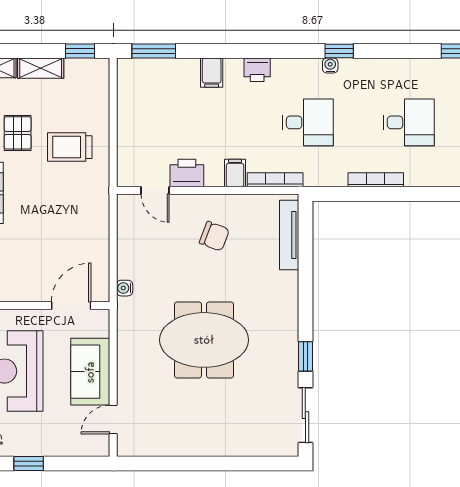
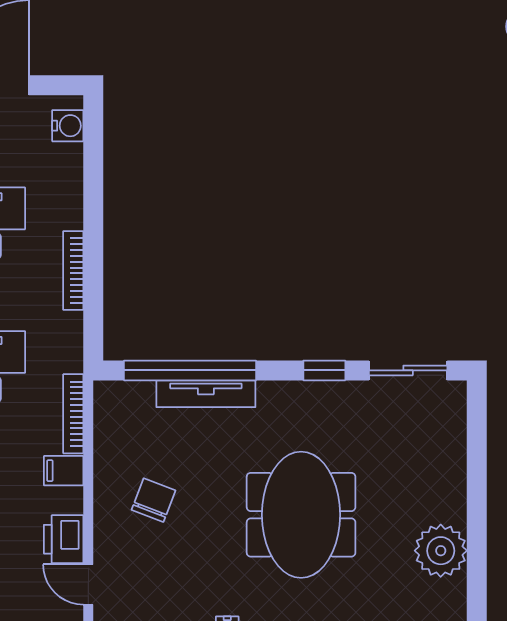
door: (155, 190) -> (88, 584), swing flipped
tv unit: (289, 235) -> (206, 394), moved
window: (305, 262) -> (190, 370), added
plant: (179, 438) -> (441, 551), added

